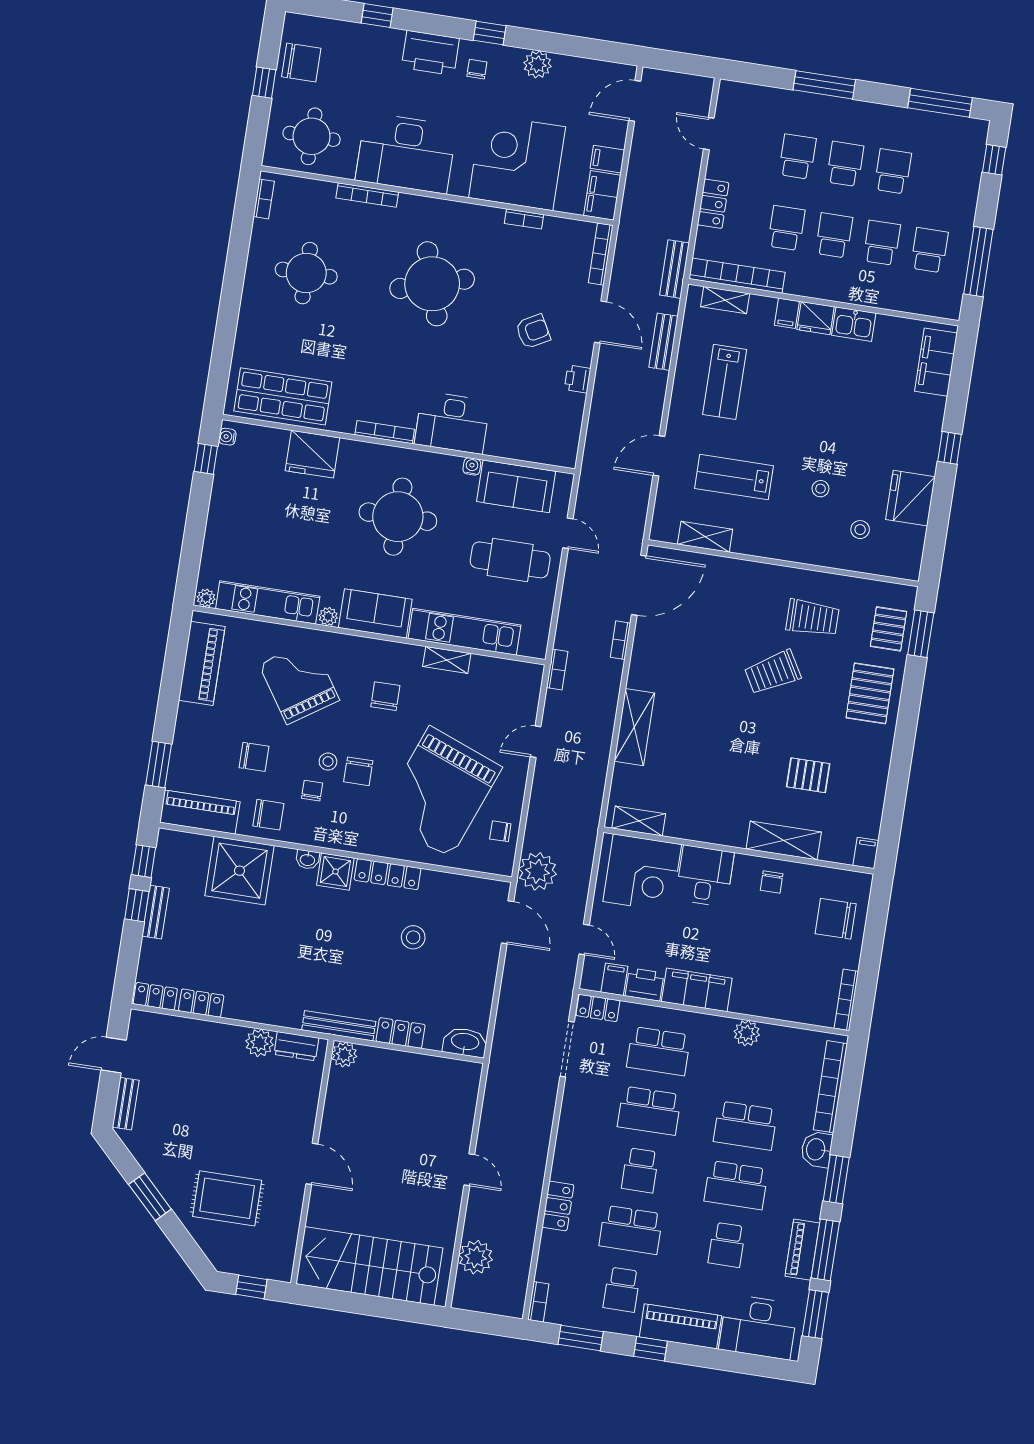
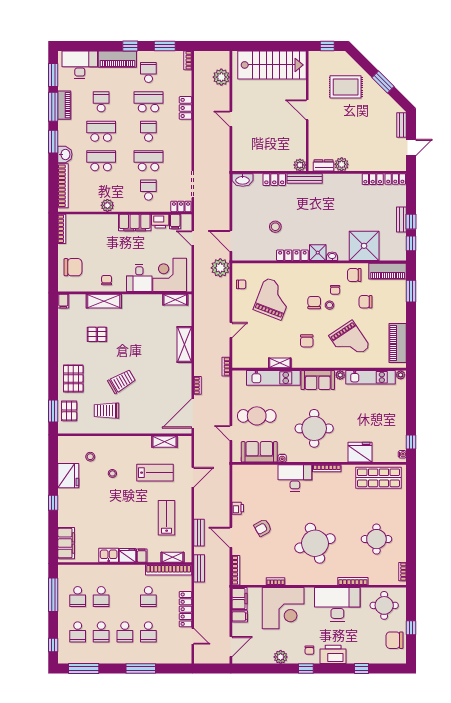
locker: (713, 204) -> (185, 609), width x1.53
school desk: (834, 235) -> (78, 632), moved
grand piano: (440, 792) -> (273, 299), width x0.73, depth x0.68
school desk: (659, 1051) -> (148, 190), width x0.54

